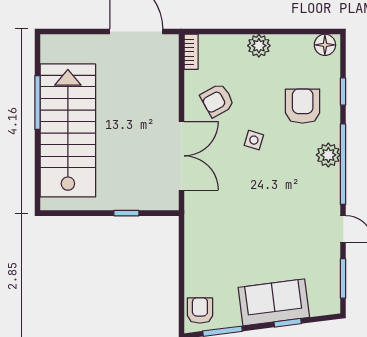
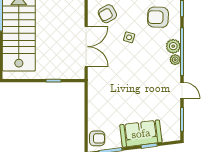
armchair: (303, 106) -> (158, 17), turned -88
plant: (332, 178) -> (175, 60), added
armchair: (200, 310) -> (97, 138), turned 90

